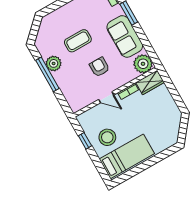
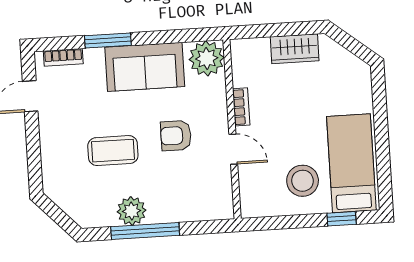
coffee table: (78, 41) -> (113, 151), turned 90
wardrobe: (150, 83) -> (295, 49), moved, turned 90
door: (106, 97) -> (233, 149), hinge flipped
window: (85, 141) -> (342, 219), moved

